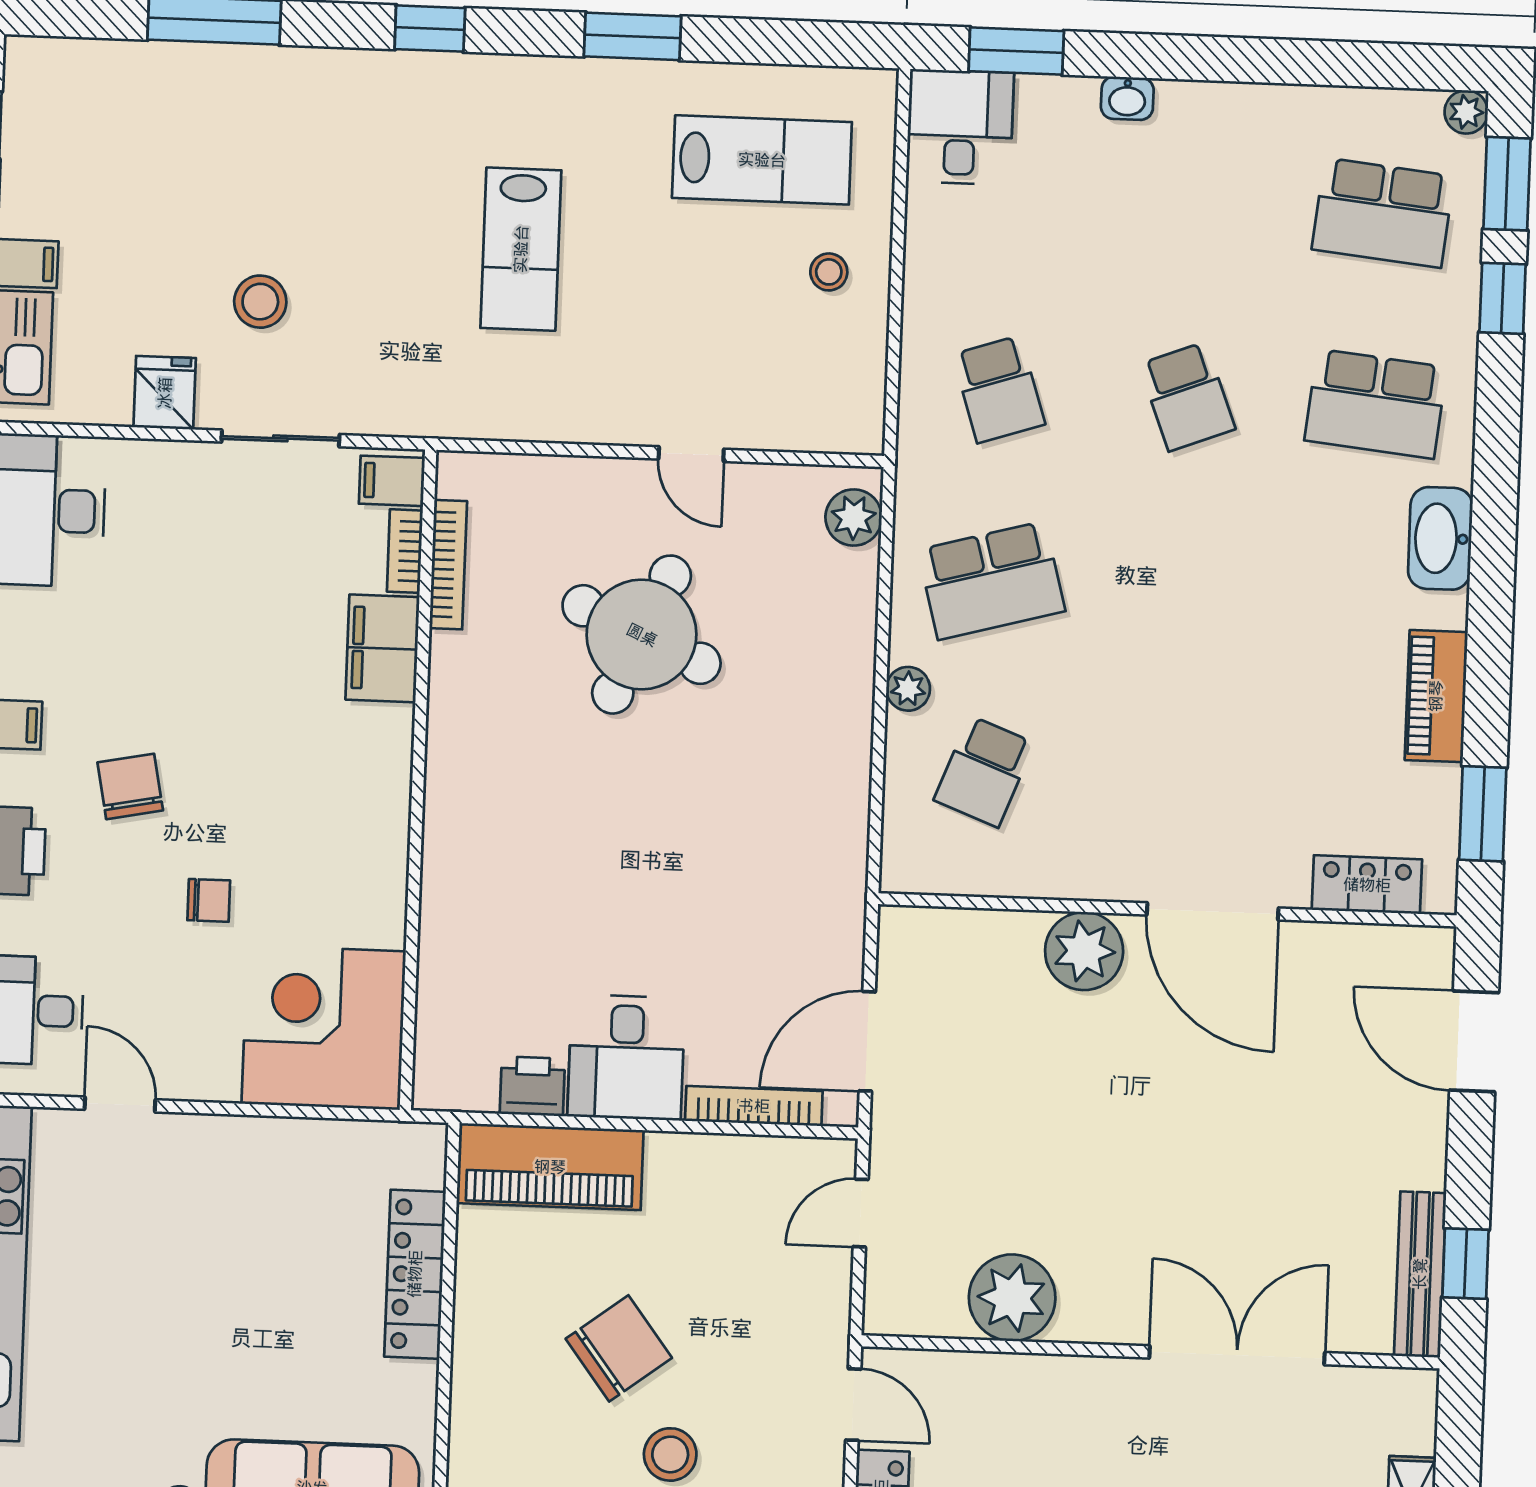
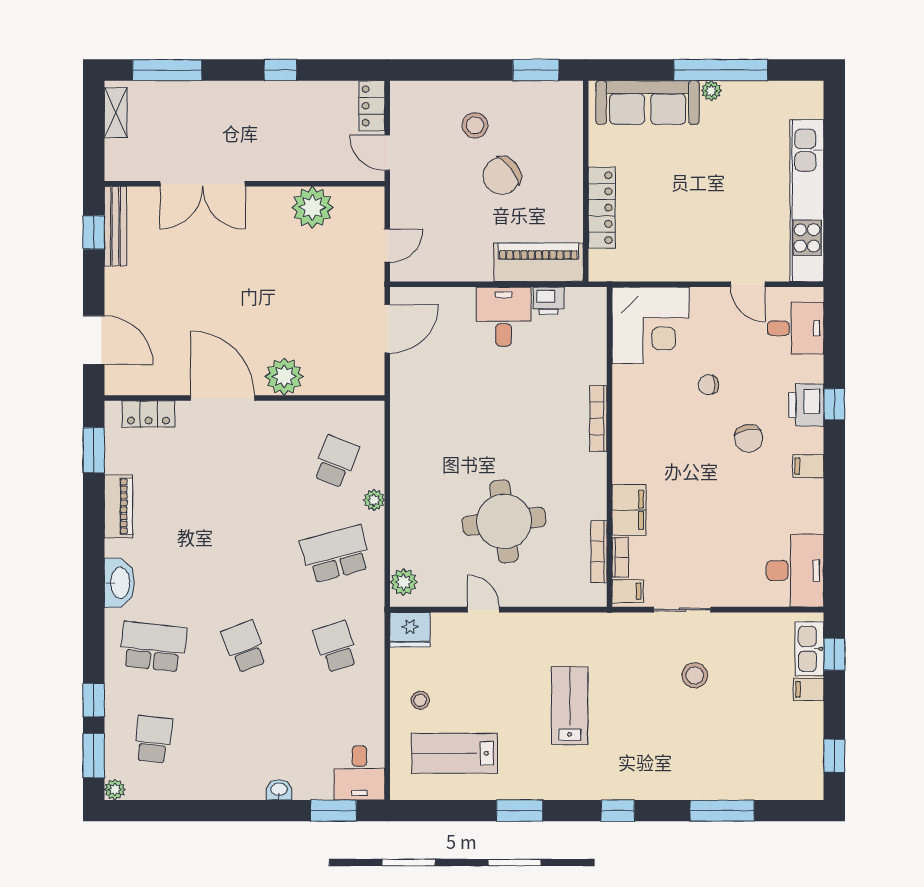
school desk: (1383, 213) -> (153, 739), width x0.54
fridge: (165, 393) -> (410, 630), moved, width x1.38
round table: (642, 635) -> (504, 521), turned -31
bookcase: (754, 1106) -> (598, 418), moved, turned 90

